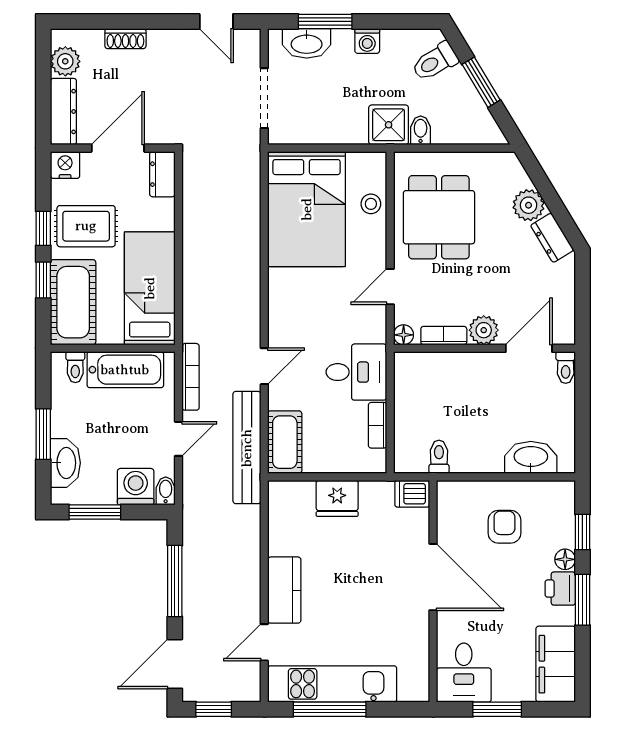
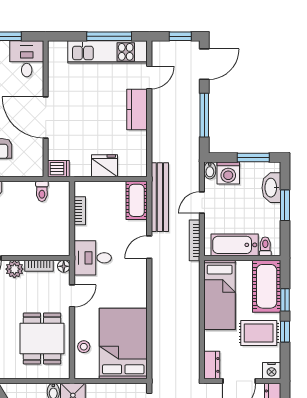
desk: (356, 372) -> (93, 258), moved

